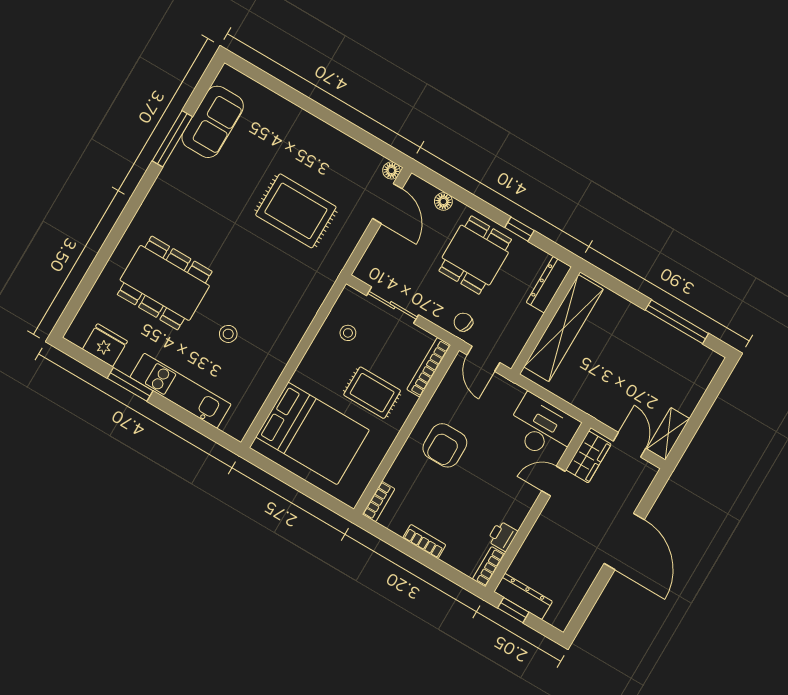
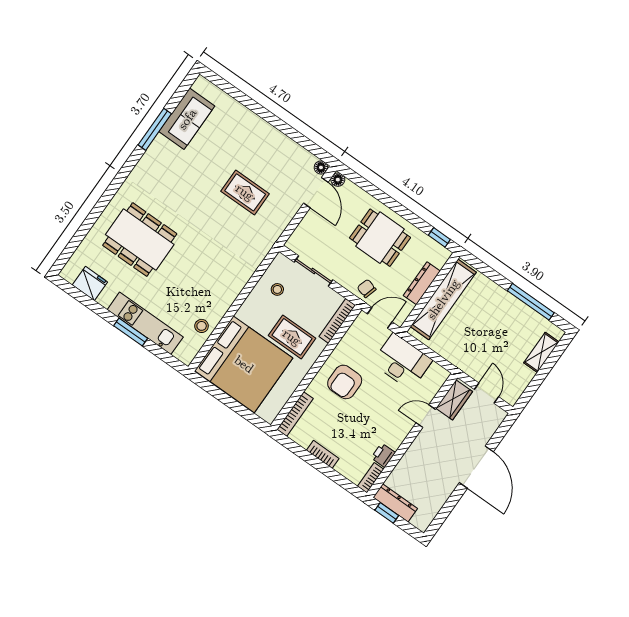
floor lamp: (443, 201) -> (338, 180), moved
rug: (296, 211) -> (245, 192), width x0.73, depth x0.70
window: (519, 229) -> (439, 237), moved
dining table: (475, 255) -> (380, 238), turned 90
dresser: (549, 285) -> (422, 283), moved
stool: (228, 334) -> (202, 326), moved
door: (483, 359) -> (380, 318), swing flipped
window: (130, 384) -> (131, 332), moved
desk: (542, 428) -> (402, 362), moved
bed: (313, 433) -> (244, 364), width x1.36
shelving: (668, 434) -> (541, 352), moved
bookcase: (379, 502) -> (295, 414), width x1.56

